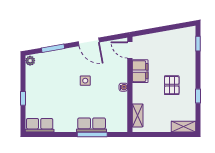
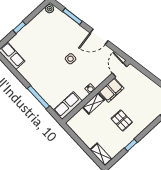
door: (89, 42) -> (99, 37), hinge flipped
pallet: (172, 85) -> (122, 120), turned 90
shelving: (138, 115) -> (93, 104), moved
row of seats: (92, 125) -> (68, 106), moved, turned -90

